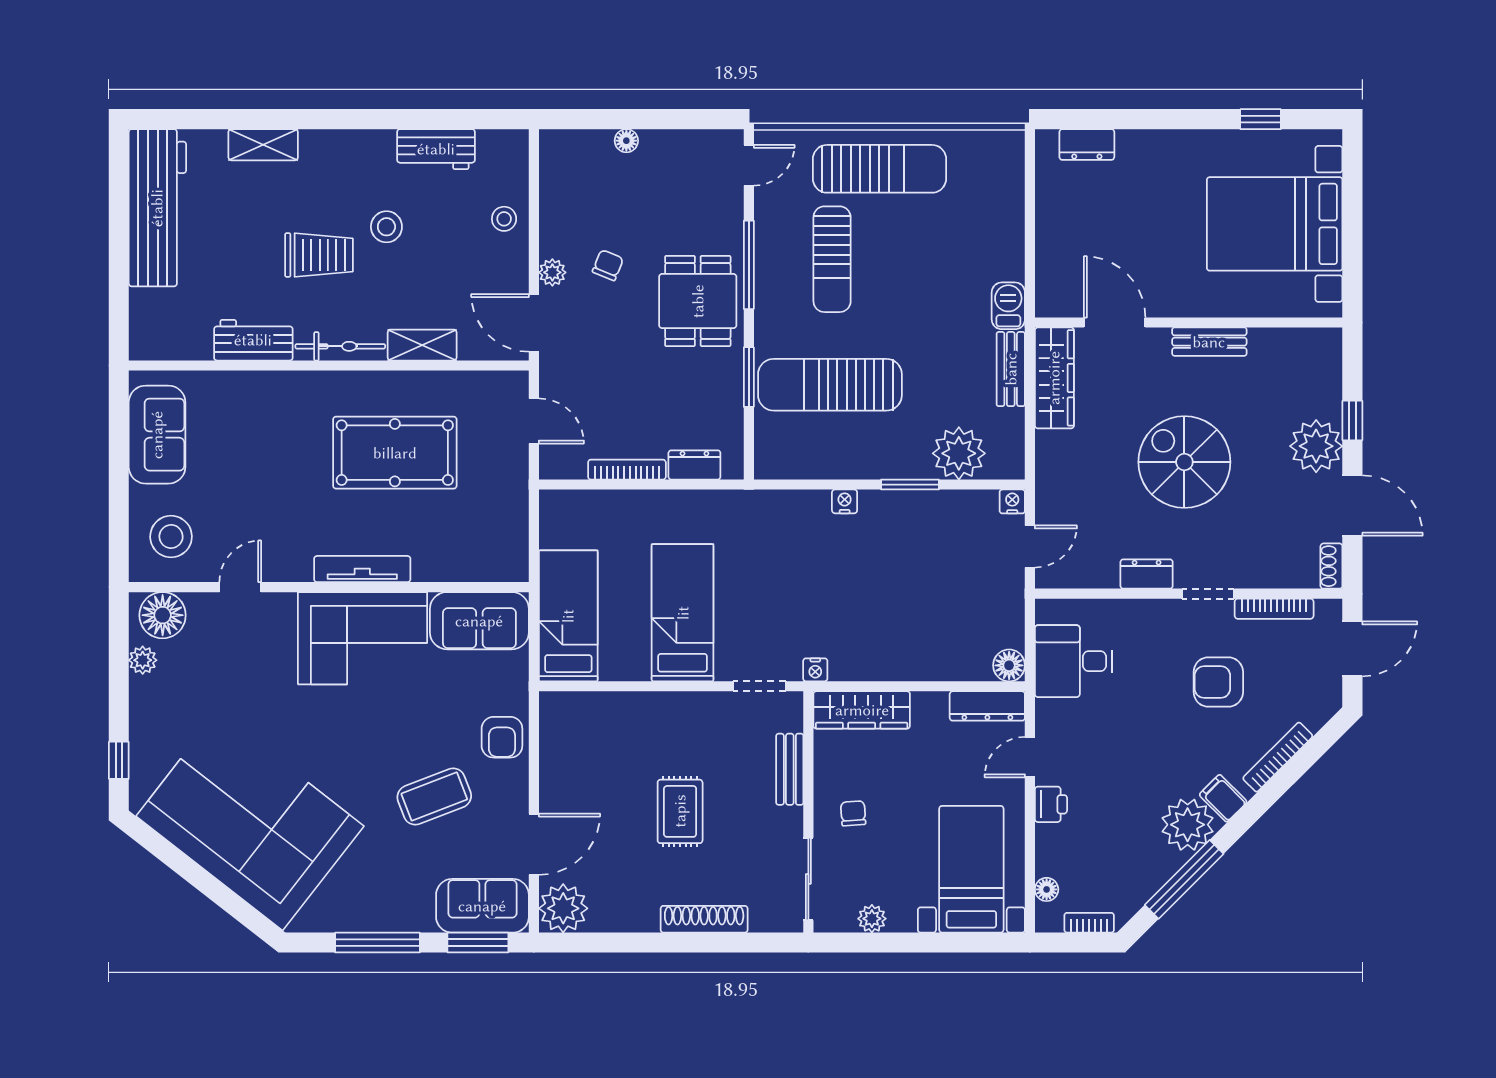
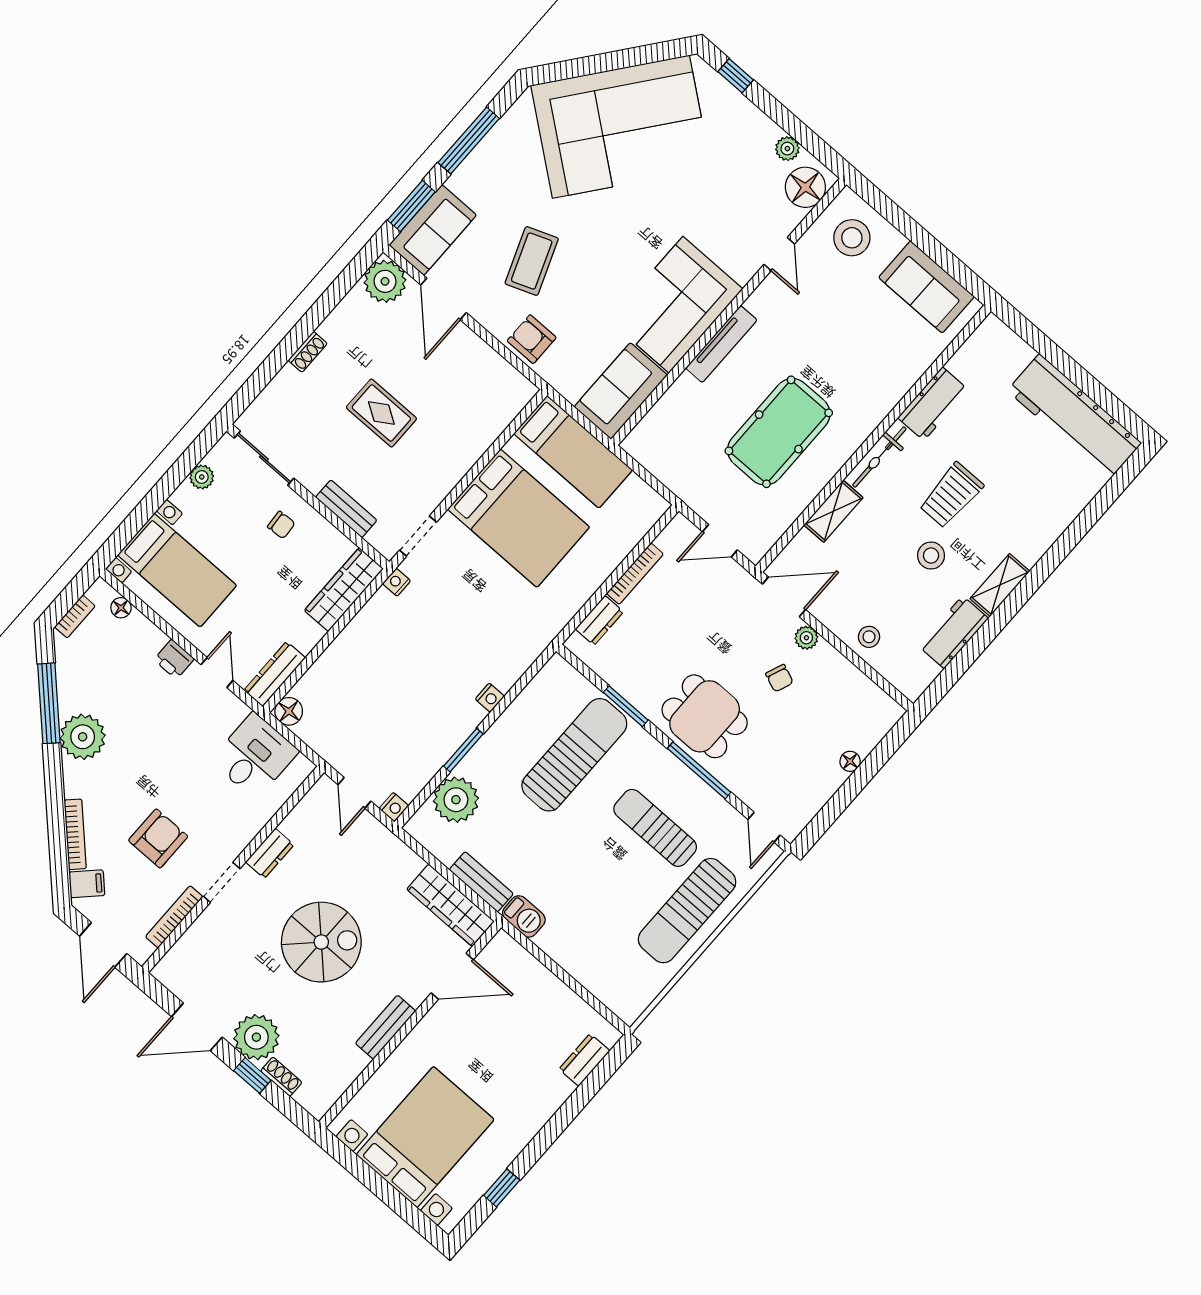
shelving: (263, 145) -> (1000, 585), moved
shoe rack: (1331, 566) -> (281, 1077), moved
bed: (683, 613) -> (519, 518), width x1.50
filing cabinet: (1223, 798) -> (87, 884), moved
shoe rack: (704, 919) -> (308, 352), width x0.51, depth x0.81

